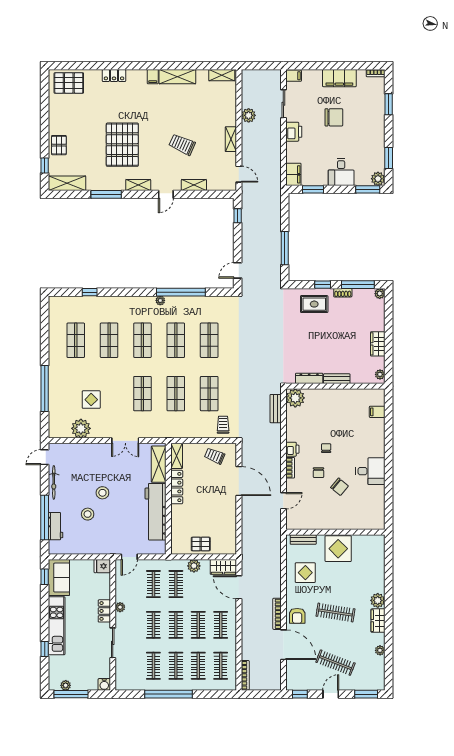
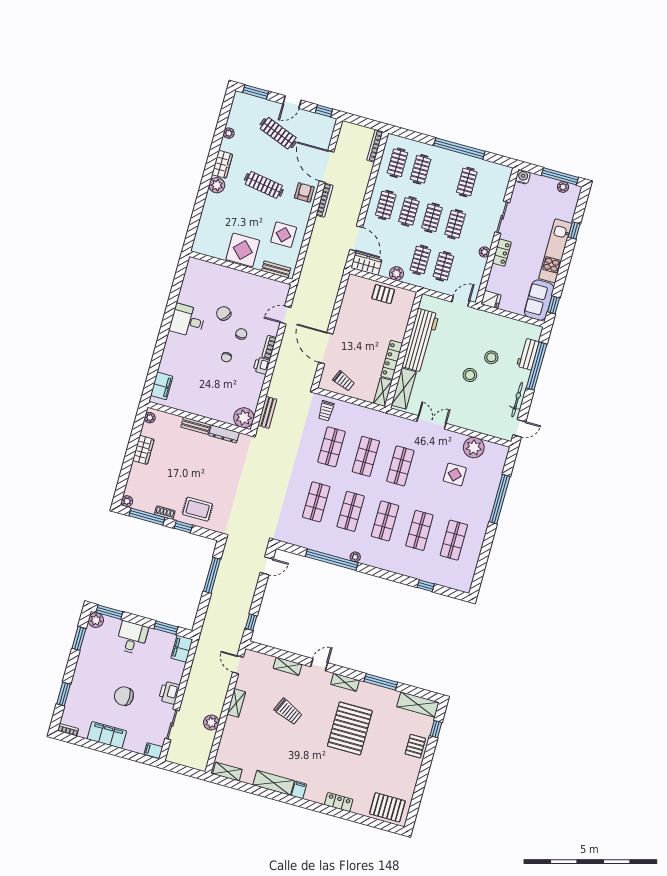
filing cabinet: (377, 412) -> (162, 386), width x2.00
clothes rail: (176, 666) -> (444, 176), removed

